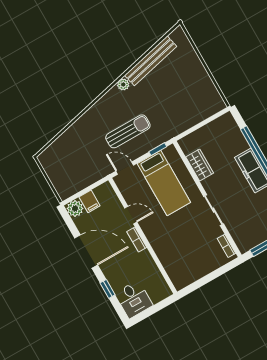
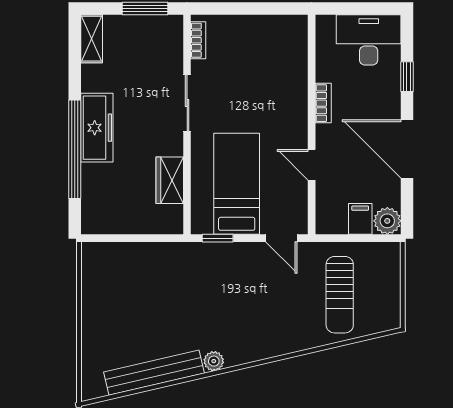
sun lounger: (128, 131) -> (340, 295), moved, turned -90
bookcase: (137, 239) -> (323, 103), moved
desk: (134, 299) -> (369, 40), width x1.37

